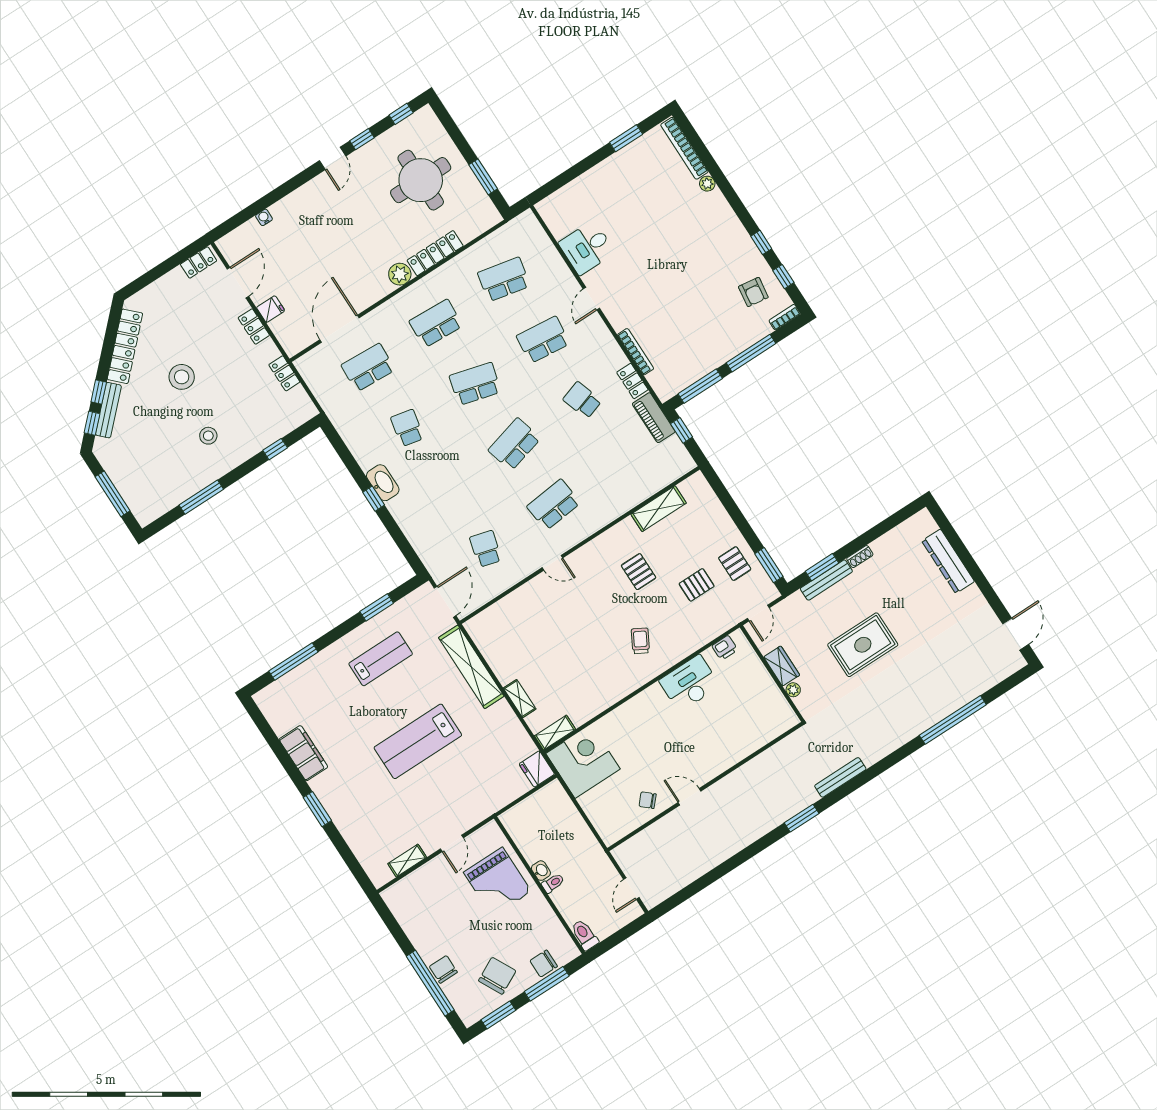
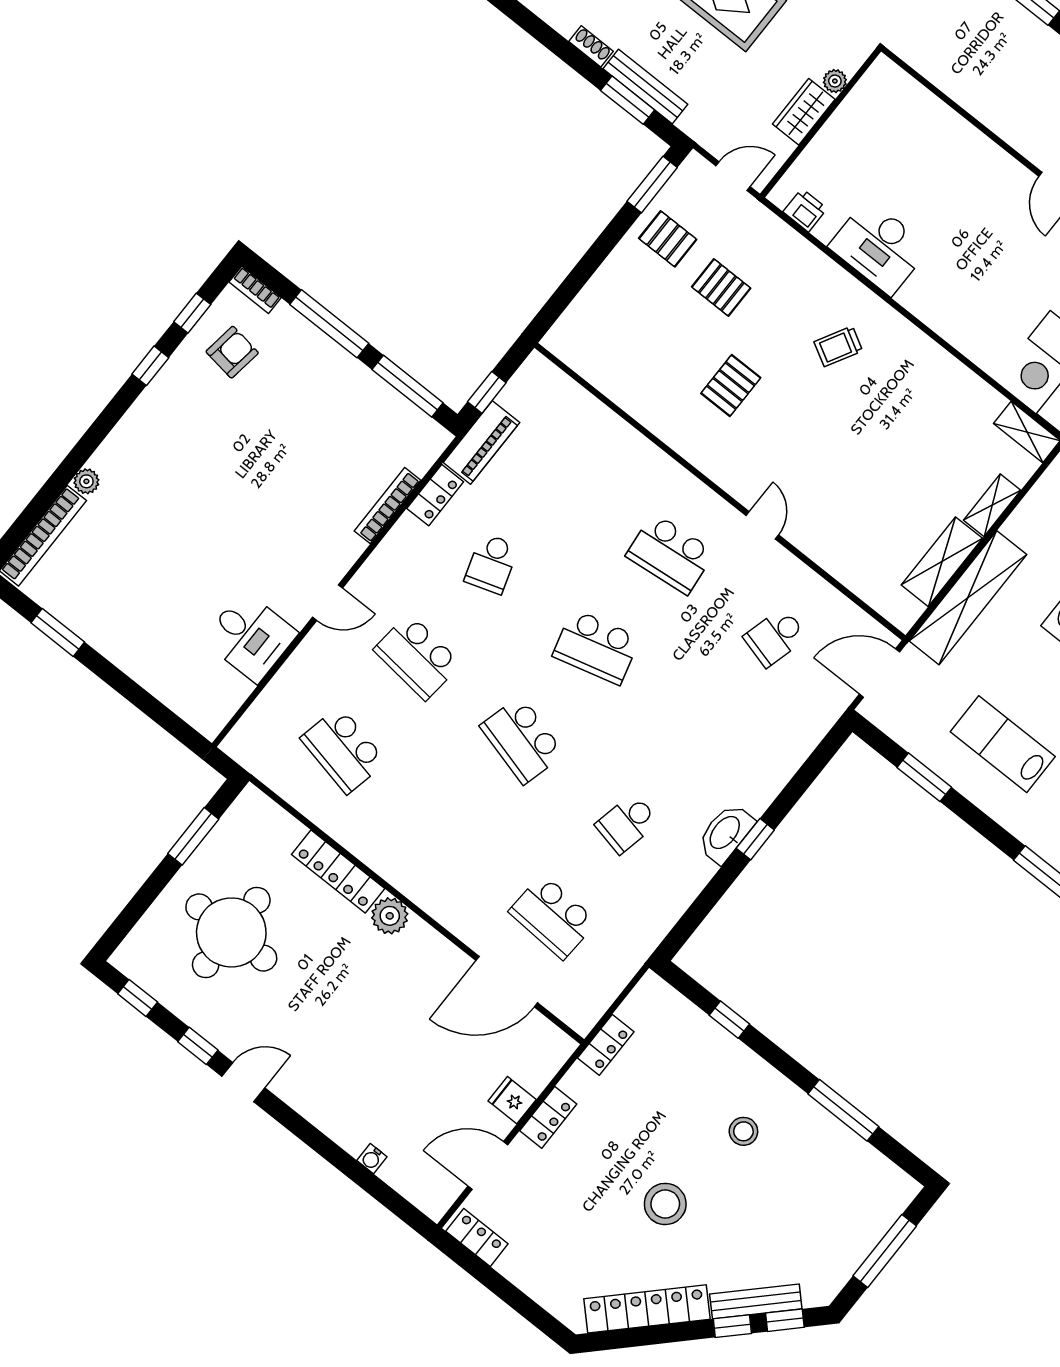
school desk: (436, 323) -> (448, 833), removed
shelving: (659, 509) -> (942, 562), moved, turned 90
pallet: (735, 564) -> (668, 239), turned 90

